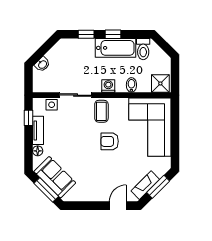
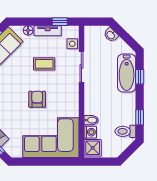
window: (113, 34) -> (140, 117), moved
bathtub: (116, 48) -> (127, 73), moved
washing machine: (108, 86) -> (90, 132), moved
coffee table: (101, 111) -> (44, 64), moved

